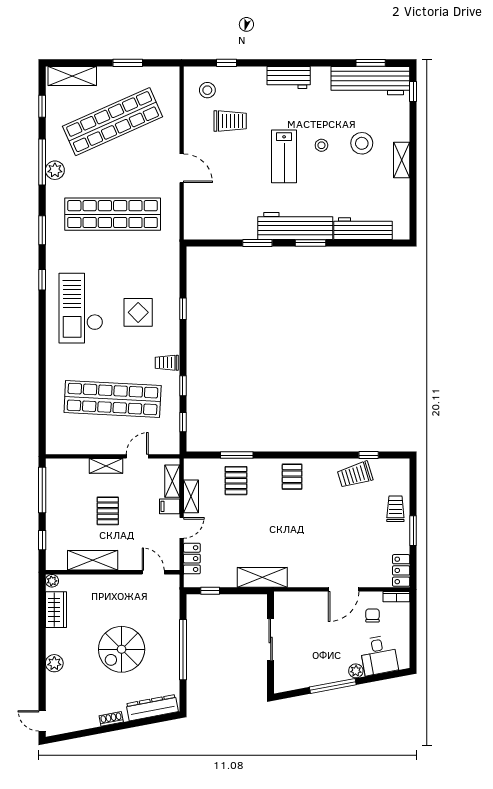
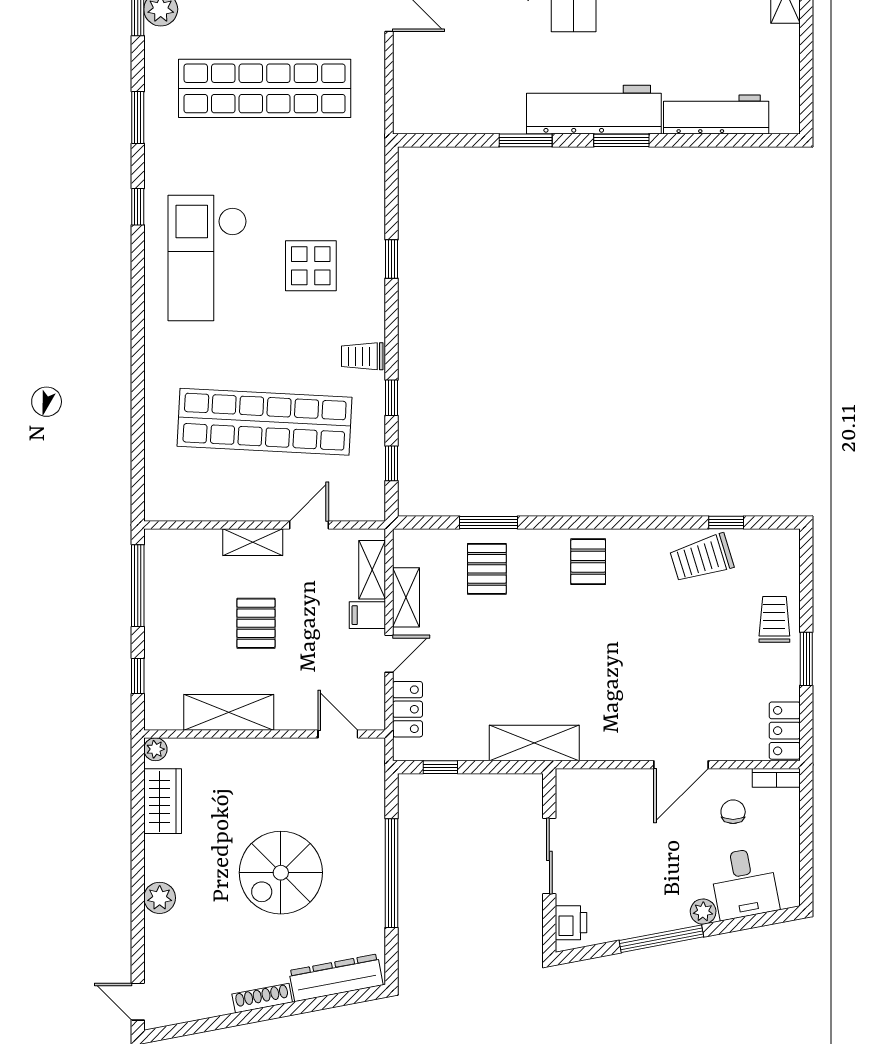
printer: (283, 677) -> (571, 923), added
shoe rack: (111, 719) -> (262, 998), width x1.43

